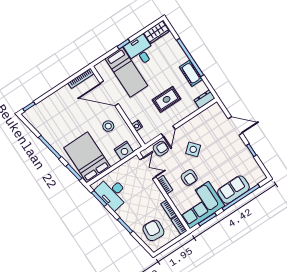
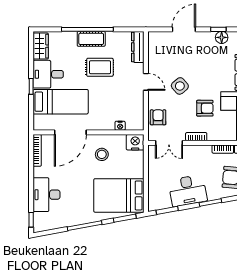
cot: (191, 73) -> (91, 39), moved
rug: (167, 99) -> (100, 67), moved, turned 90
dresser: (205, 99) -> (138, 47), width x1.44
desk: (54, 106) -> (46, 195), added
door: (168, 131) -> (146, 82), moved
nightstand: (124, 151) -> (135, 142), moved, turned -90
floor lamp: (247, 156) -> (222, 37), added
double door: (148, 168) -> (169, 143), swing flipped
desk: (112, 193) -> (188, 191), moved

